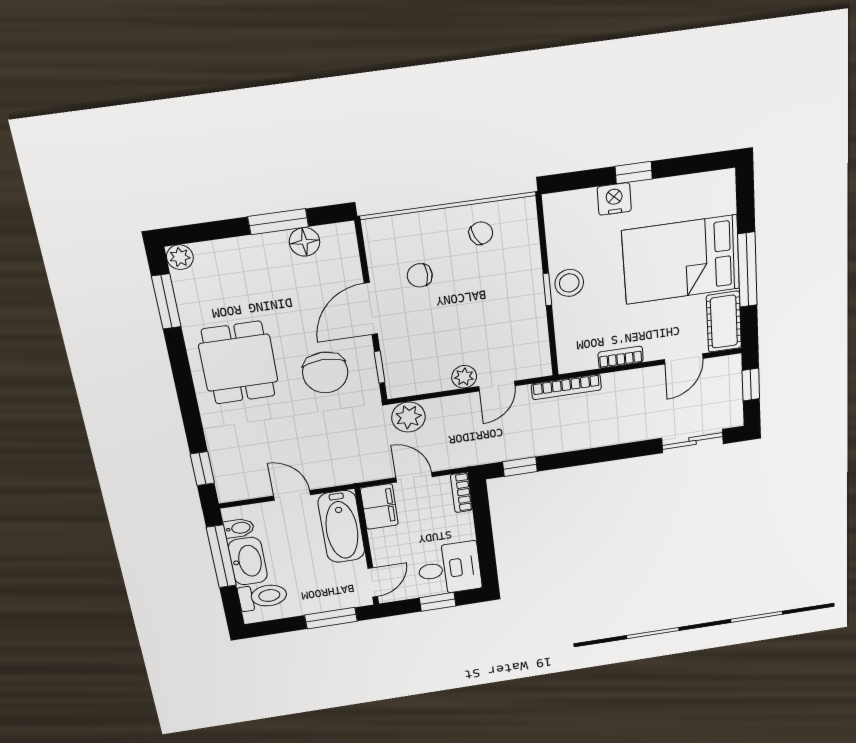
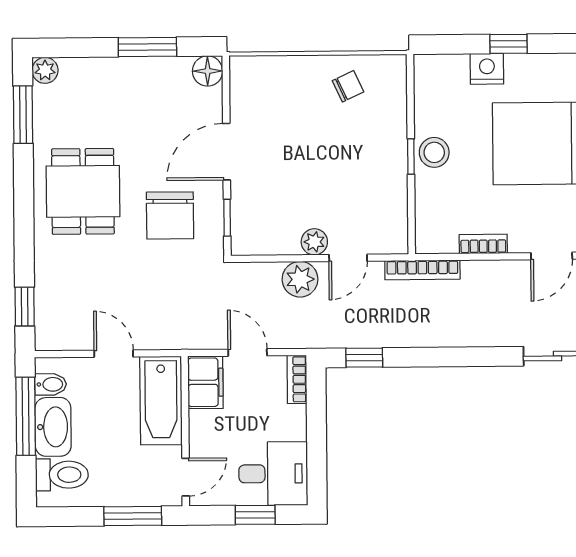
floor lamp: (305, 242) -> (208, 71), moved
chair: (420, 275) -> (281, 123), removed
plant: (408, 417) -> (300, 279), moved

